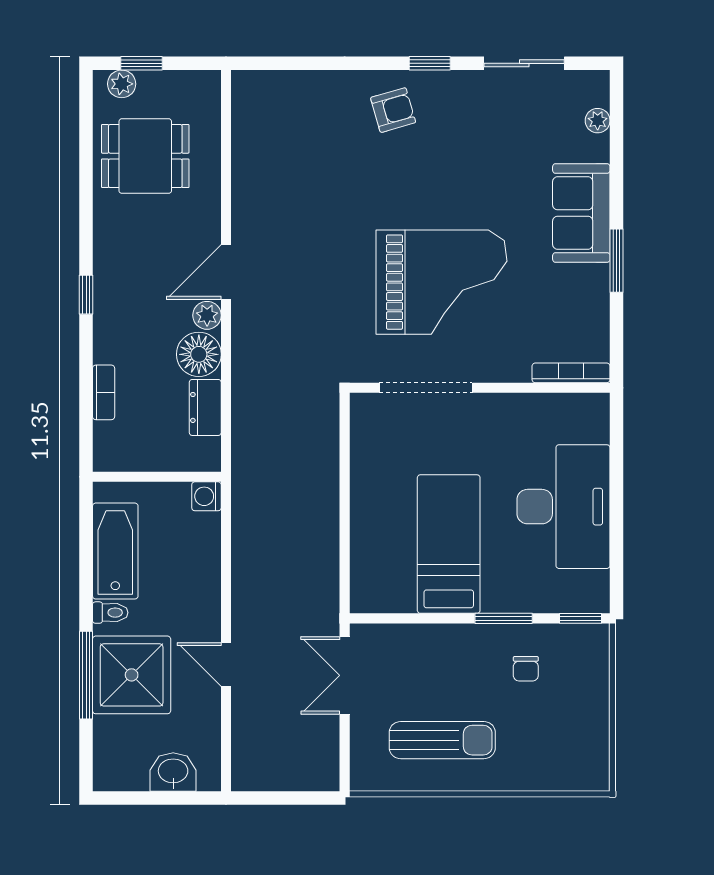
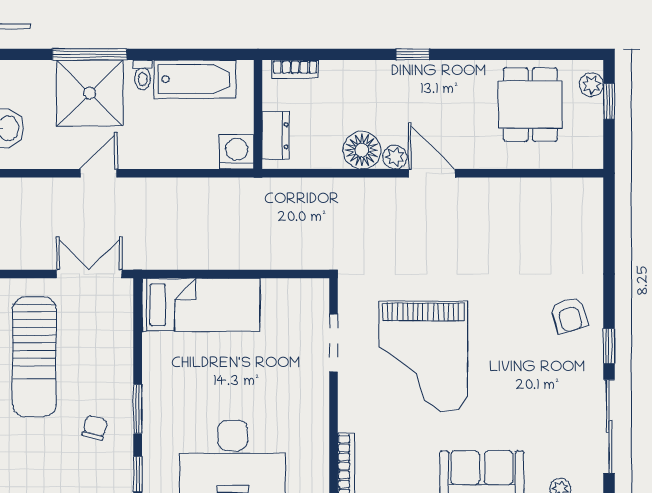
sliding door: (524, 63) -> (609, 426), width x1.37
doorway: (426, 388) -> (333, 343), width x0.73
bookcase: (104, 392) -> (295, 69), moved
dresser: (205, 407) -> (276, 136), moved, turned 90
washing machine: (206, 496) -> (237, 152), width x1.38, depth x1.38
bed: (449, 544) -> (201, 305), moved
chair: (526, 669) -> (95, 428), turned 104
sun lounger: (442, 740) -> (34, 357), width x1.36, depth x1.34

